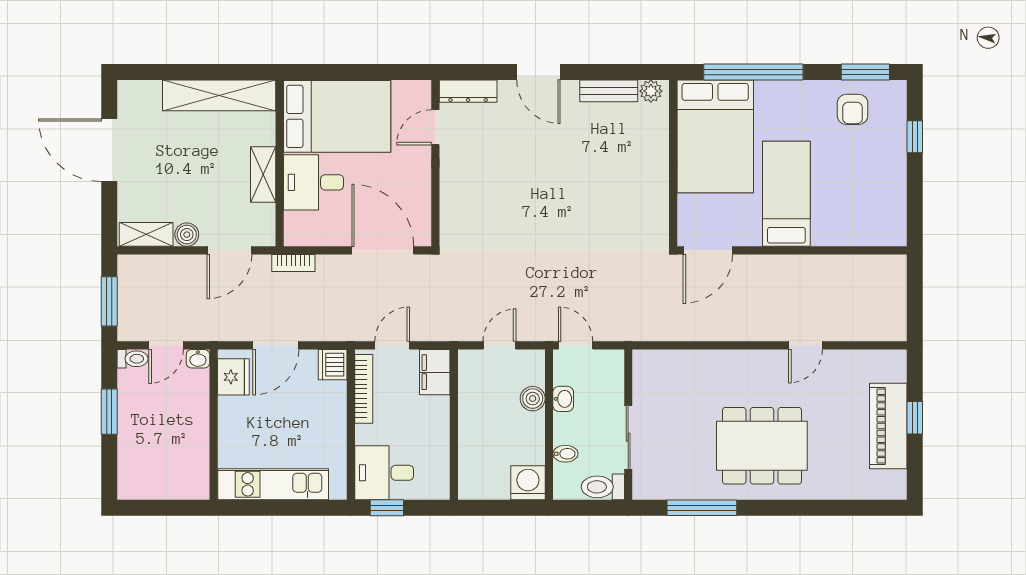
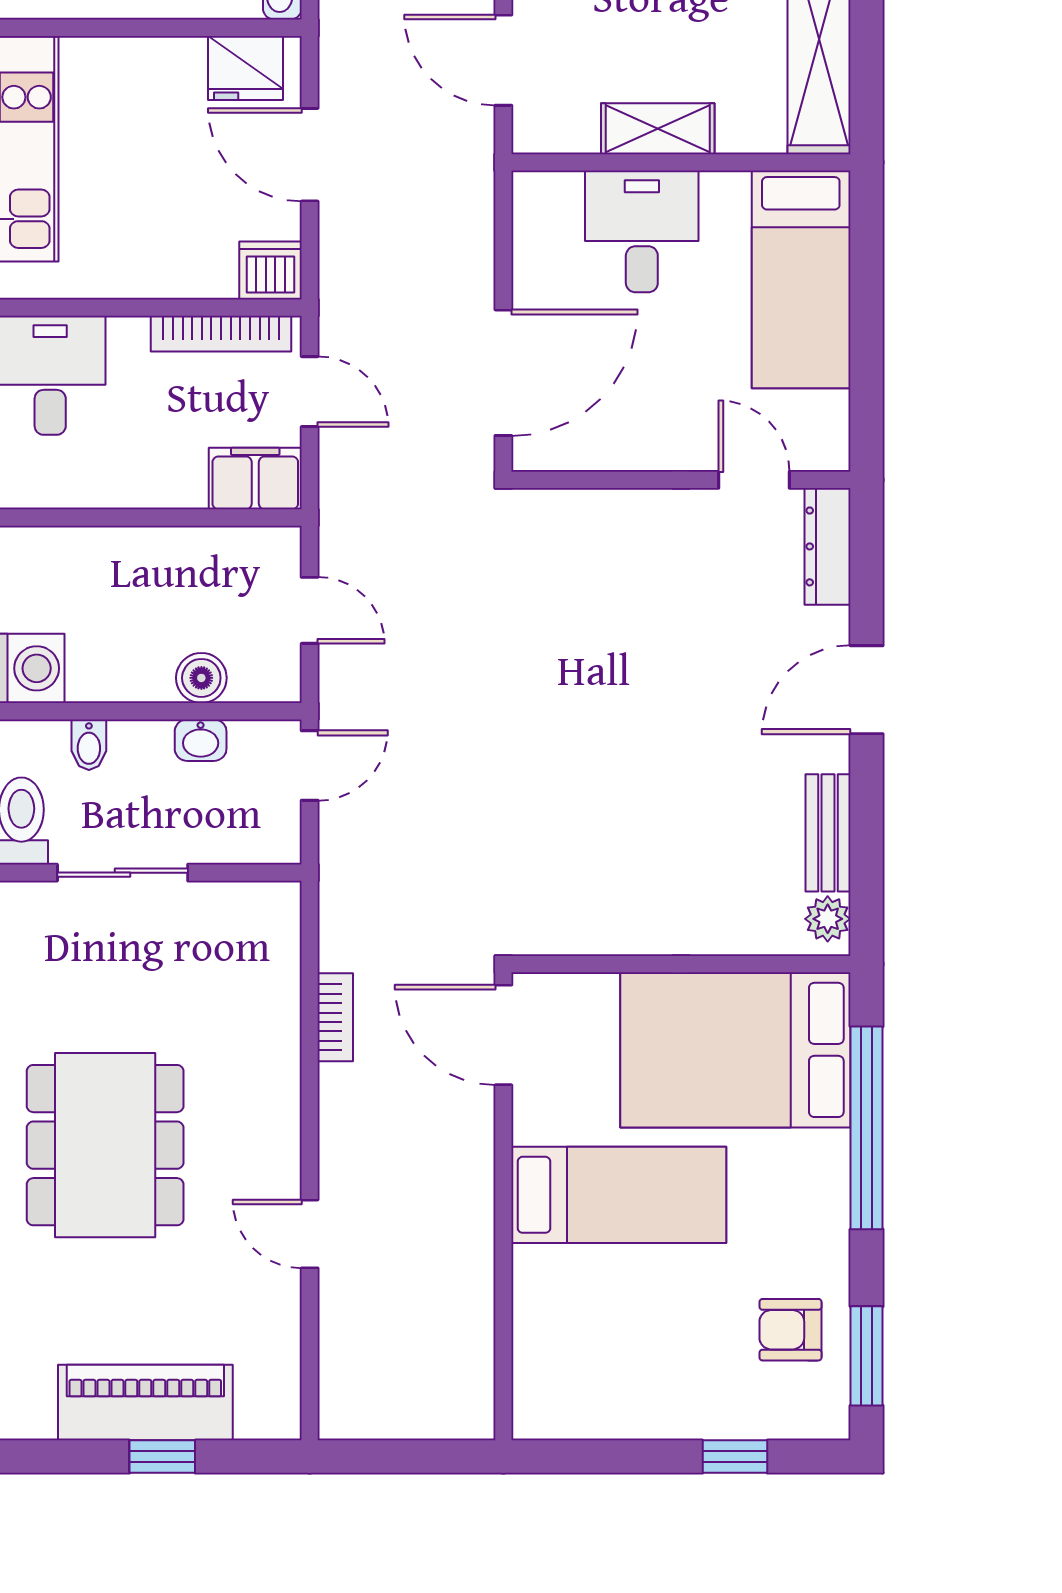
bed: (337, 116) -> (801, 279), width x0.67
bookcase: (293, 263) -> (335, 1017), moved, turned 180

